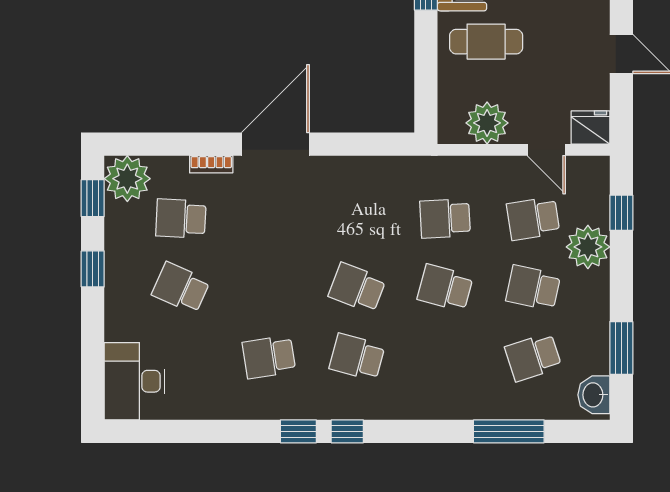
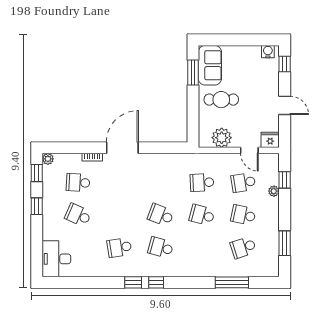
plant: (127, 179) -> (48, 159), width x0.53, depth x0.53
plant: (588, 247) -> (274, 191), width x0.53, depth x0.53
washbasin: (594, 395) -> (272, 265), removed

